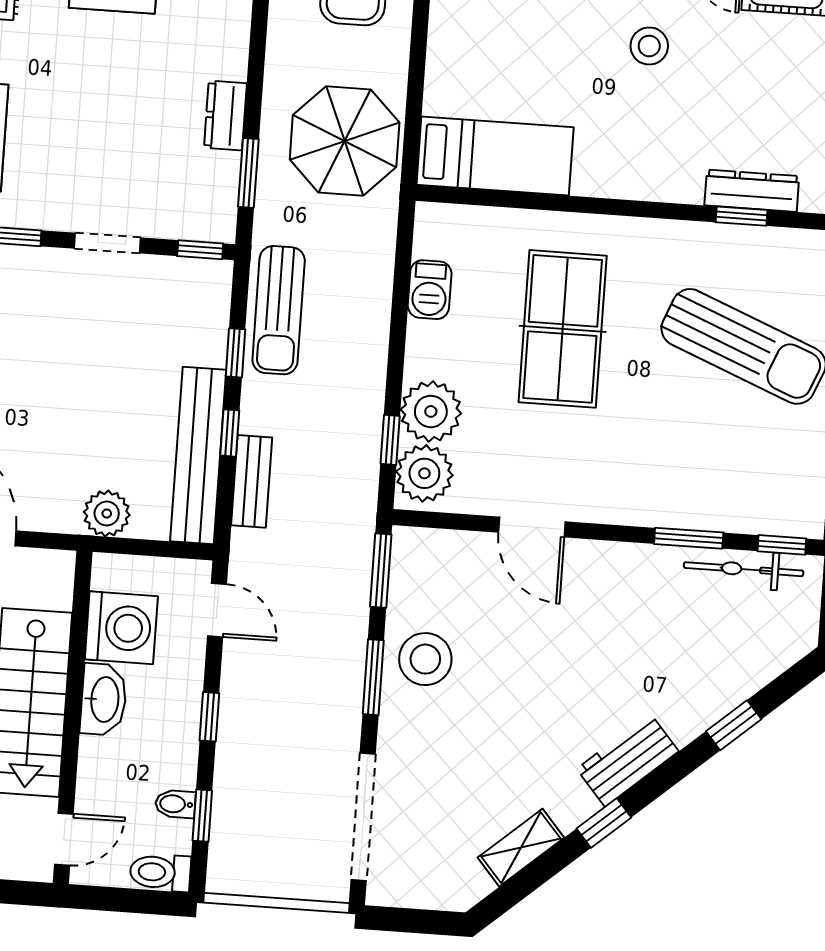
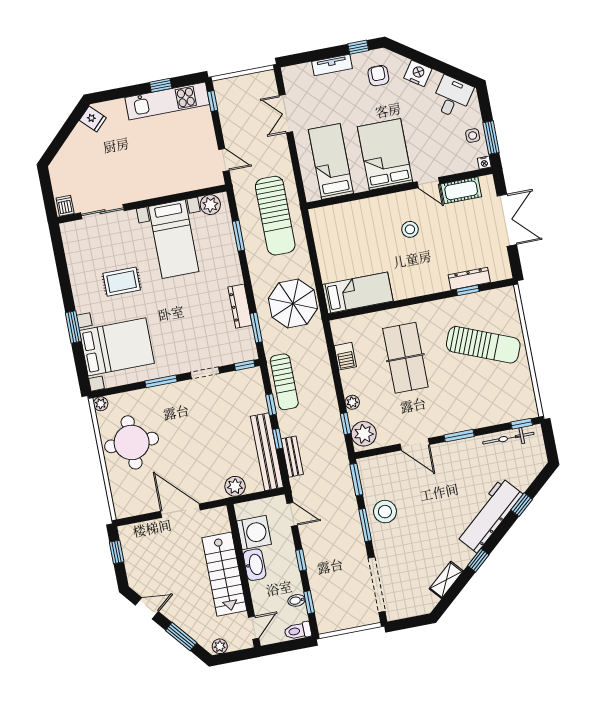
dresser: (225, 116) -> (240, 306), width x1.44
plant: (431, 411) -> (352, 402), width x0.53, depth x0.53
window: (689, 538) -> (459, 436), moved
workbench: (628, 760) -> (489, 515), width x1.88, depth x1.32

